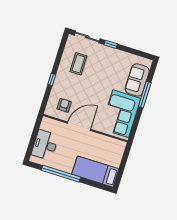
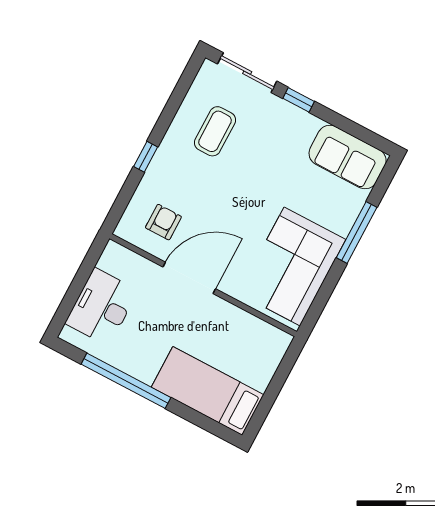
sofa: (137, 80) -> (348, 157), moved, turned -90

